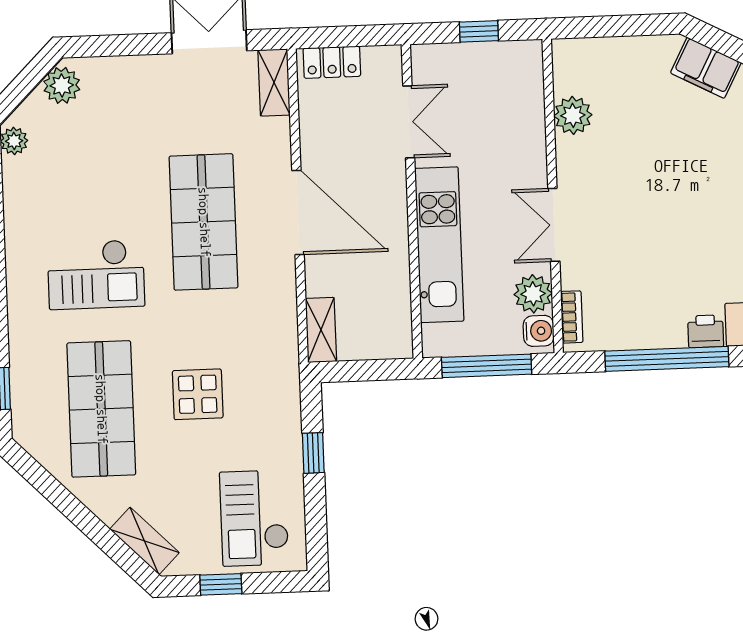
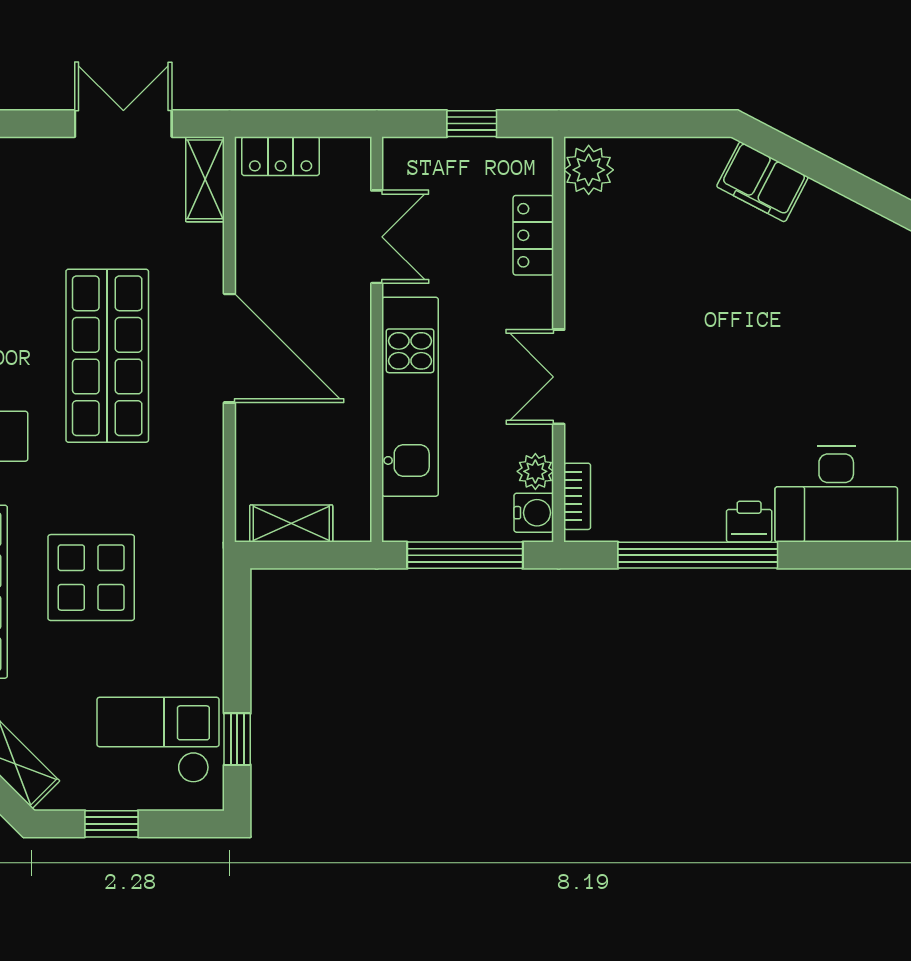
plant: (573, 115) -> (589, 170), moved
locker: (530, 116) -> (533, 235), added
plant: (533, 294) -> (535, 471), width x0.73, depth x0.73
shelving: (321, 330) -> (291, 524), moved, turned 90
display table: (198, 394) -> (91, 578), width x1.36, depth x1.36
window: (313, 453) -> (237, 739), moved
checkout: (254, 518) -> (158, 740), turned 90

